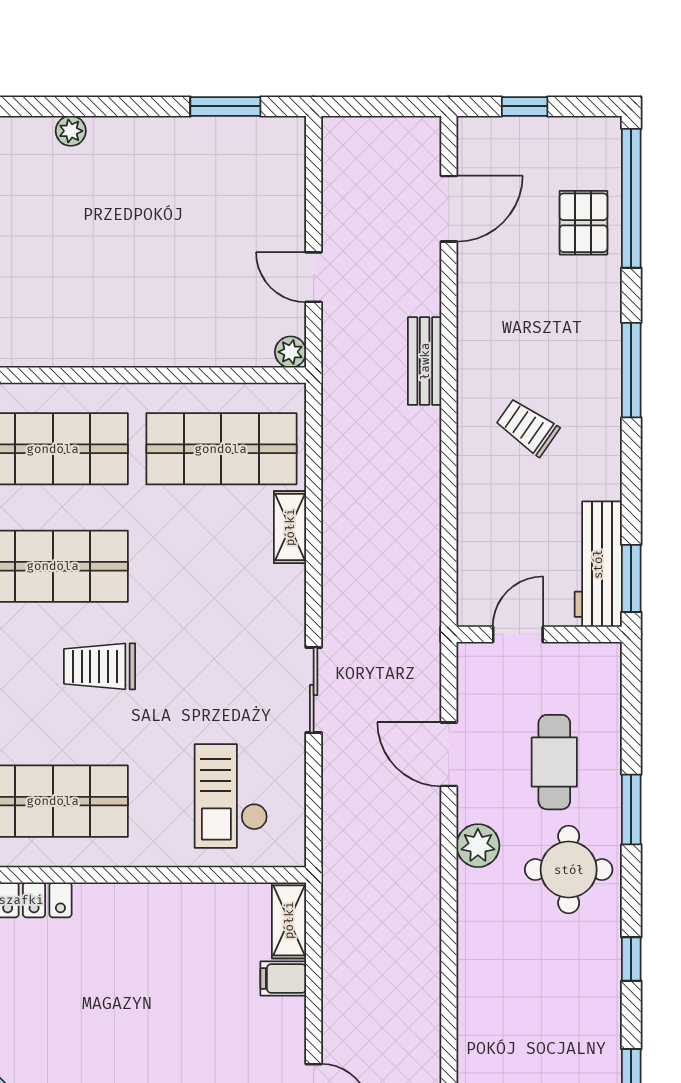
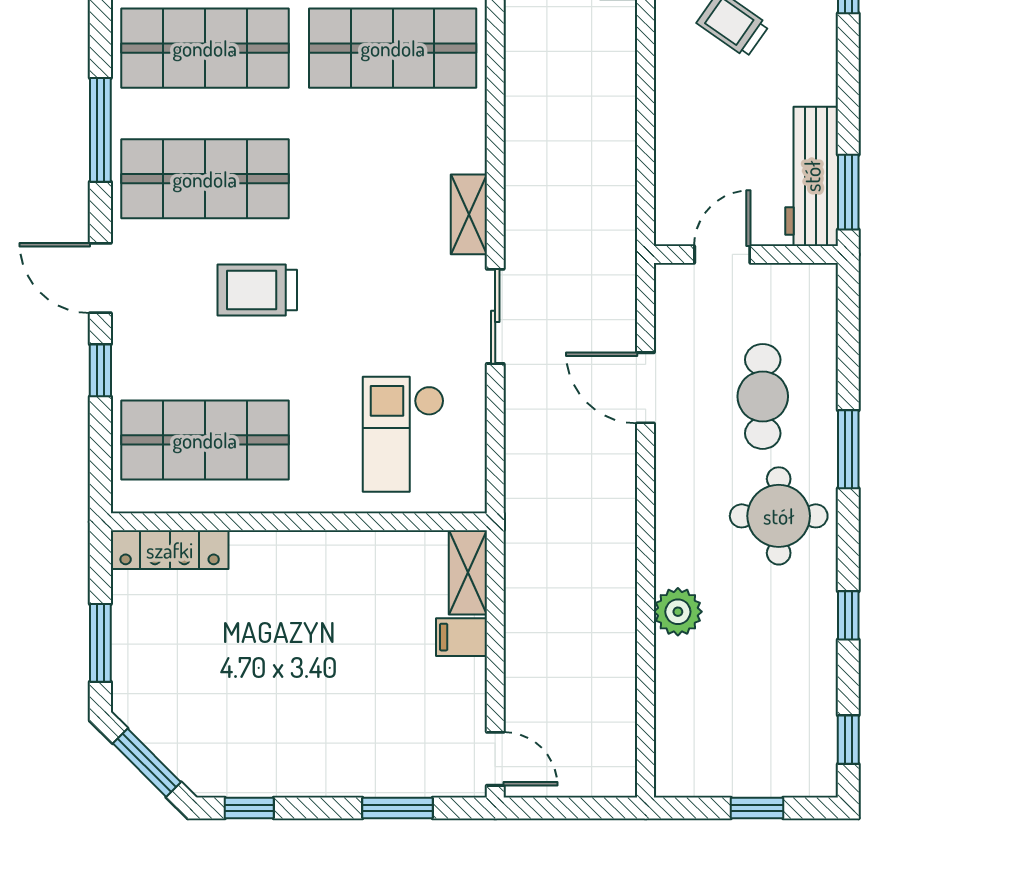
shelving: (290, 527) -> (469, 214), moved
plant: (478, 846) -> (678, 612), moved

